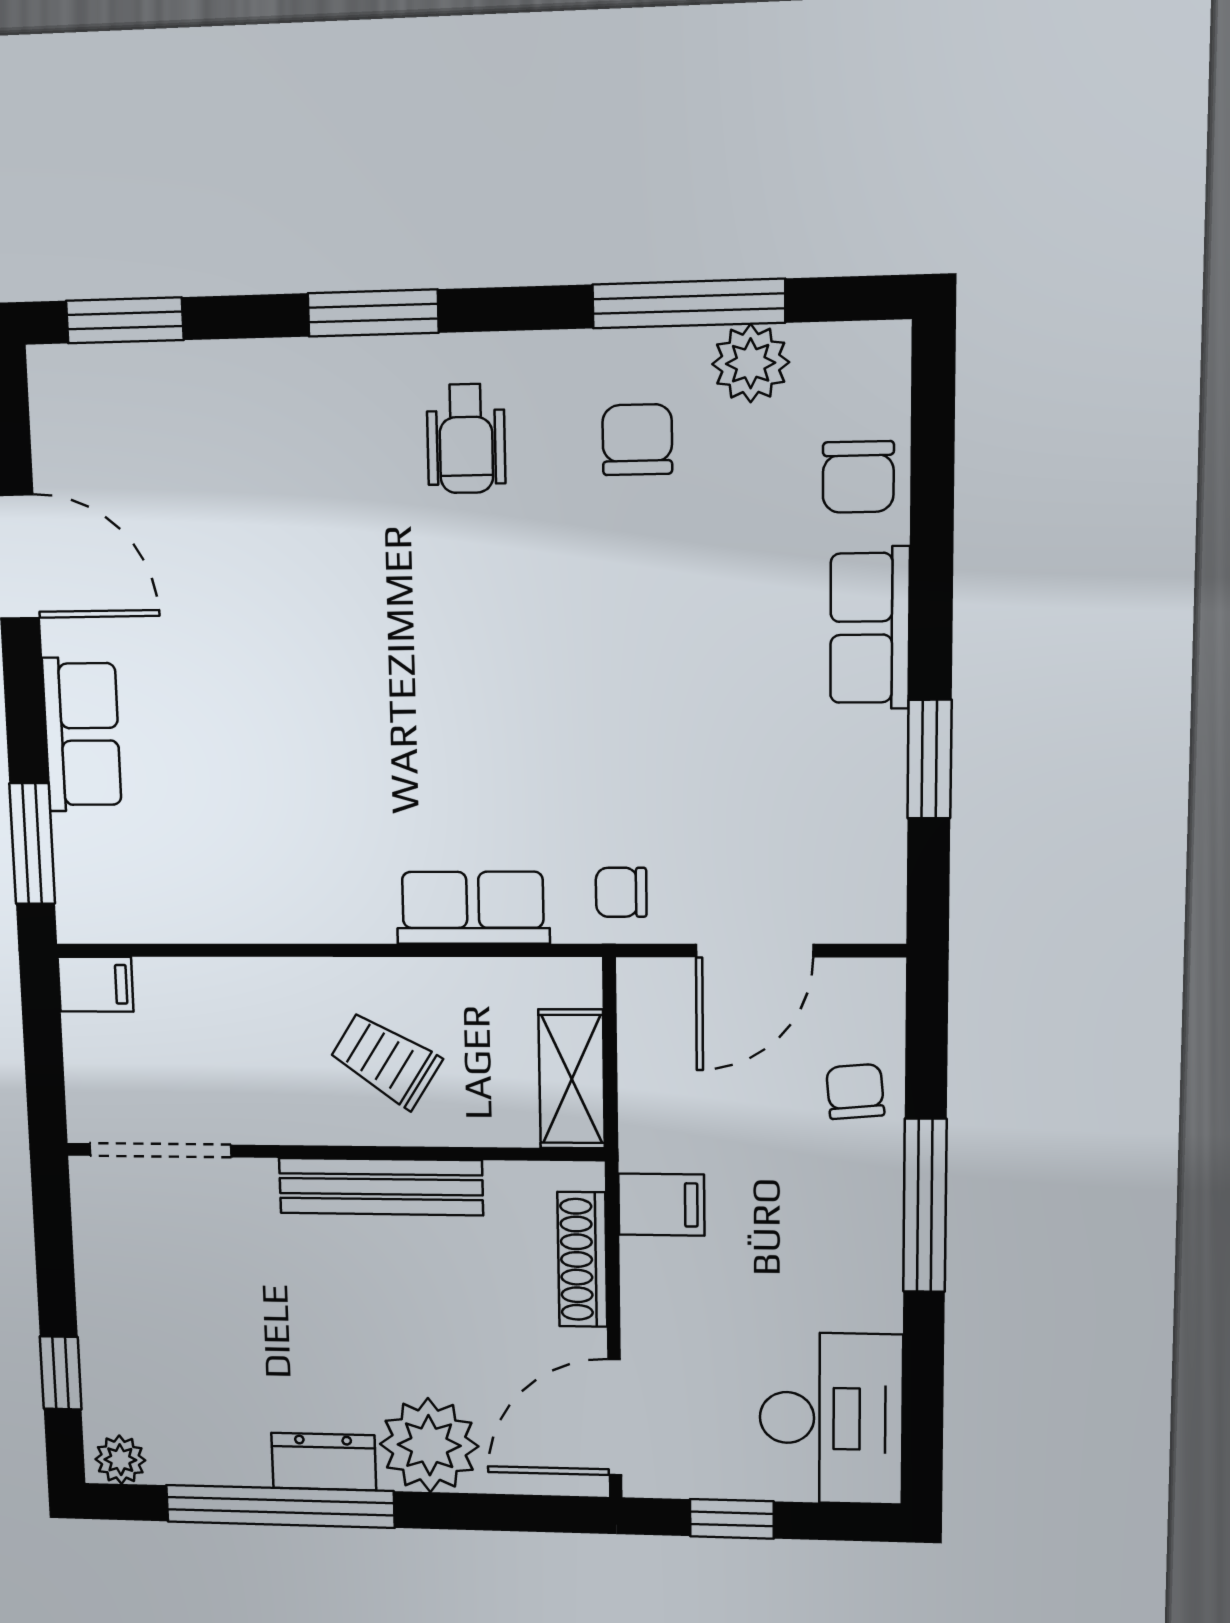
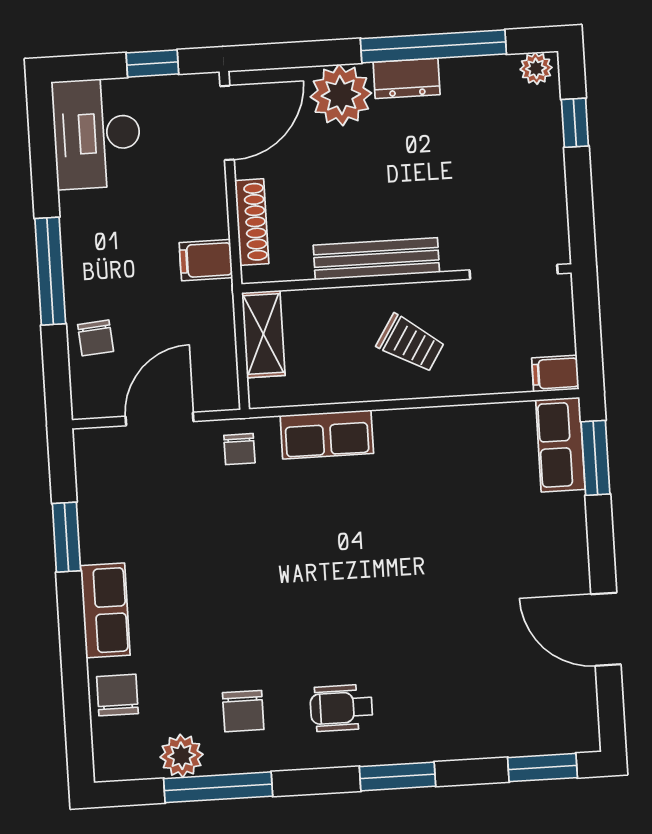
wheelchair: (466, 439) -> (341, 708), turned -90
row of seats: (82, 734) -> (560, 445), moved
chair: (621, 892) -> (239, 449), turned 90
trolley: (386, 1060) -> (411, 343), moved

